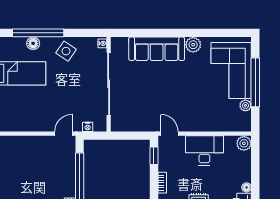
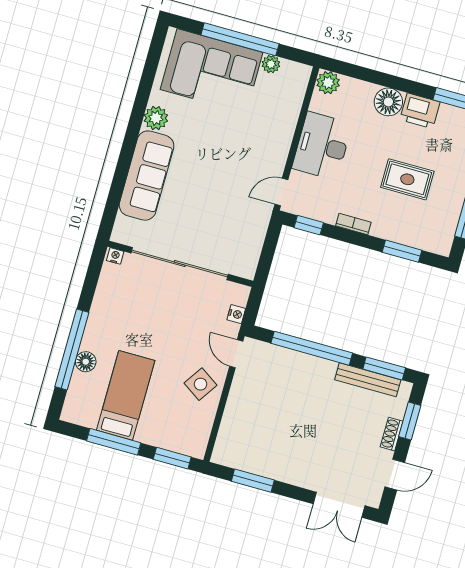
side table: (66, 51) -> (201, 384), moved
floor lamp: (247, 187) -> (388, 102), width x1.89, depth x1.89

